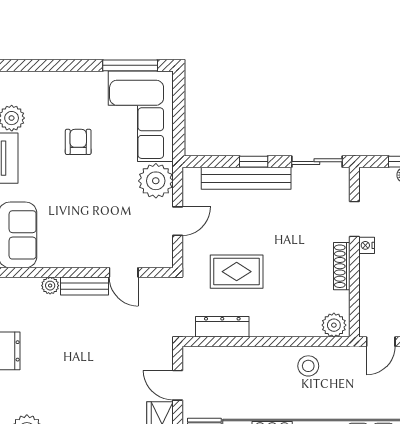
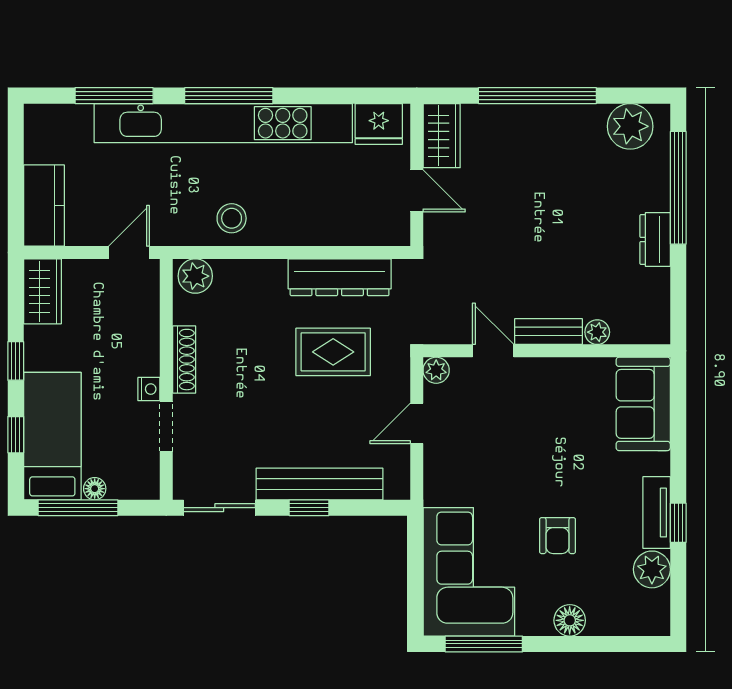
floor lamp: (70, 82) -> (570, 620), added
plant: (156, 181) -> (436, 370), moved, width x0.53, depth x0.53
dresser: (222, 327) -> (340, 277), width x1.37, depth x1.24

